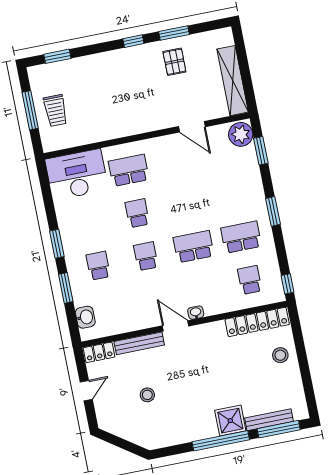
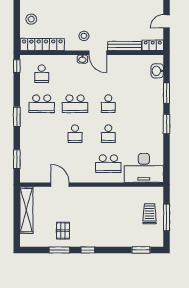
plant: (241, 134) -> (28, 173), removed
school desk: (98, 266) -> (75, 134), moved
stool: (147, 395) -> (84, 36), moved

